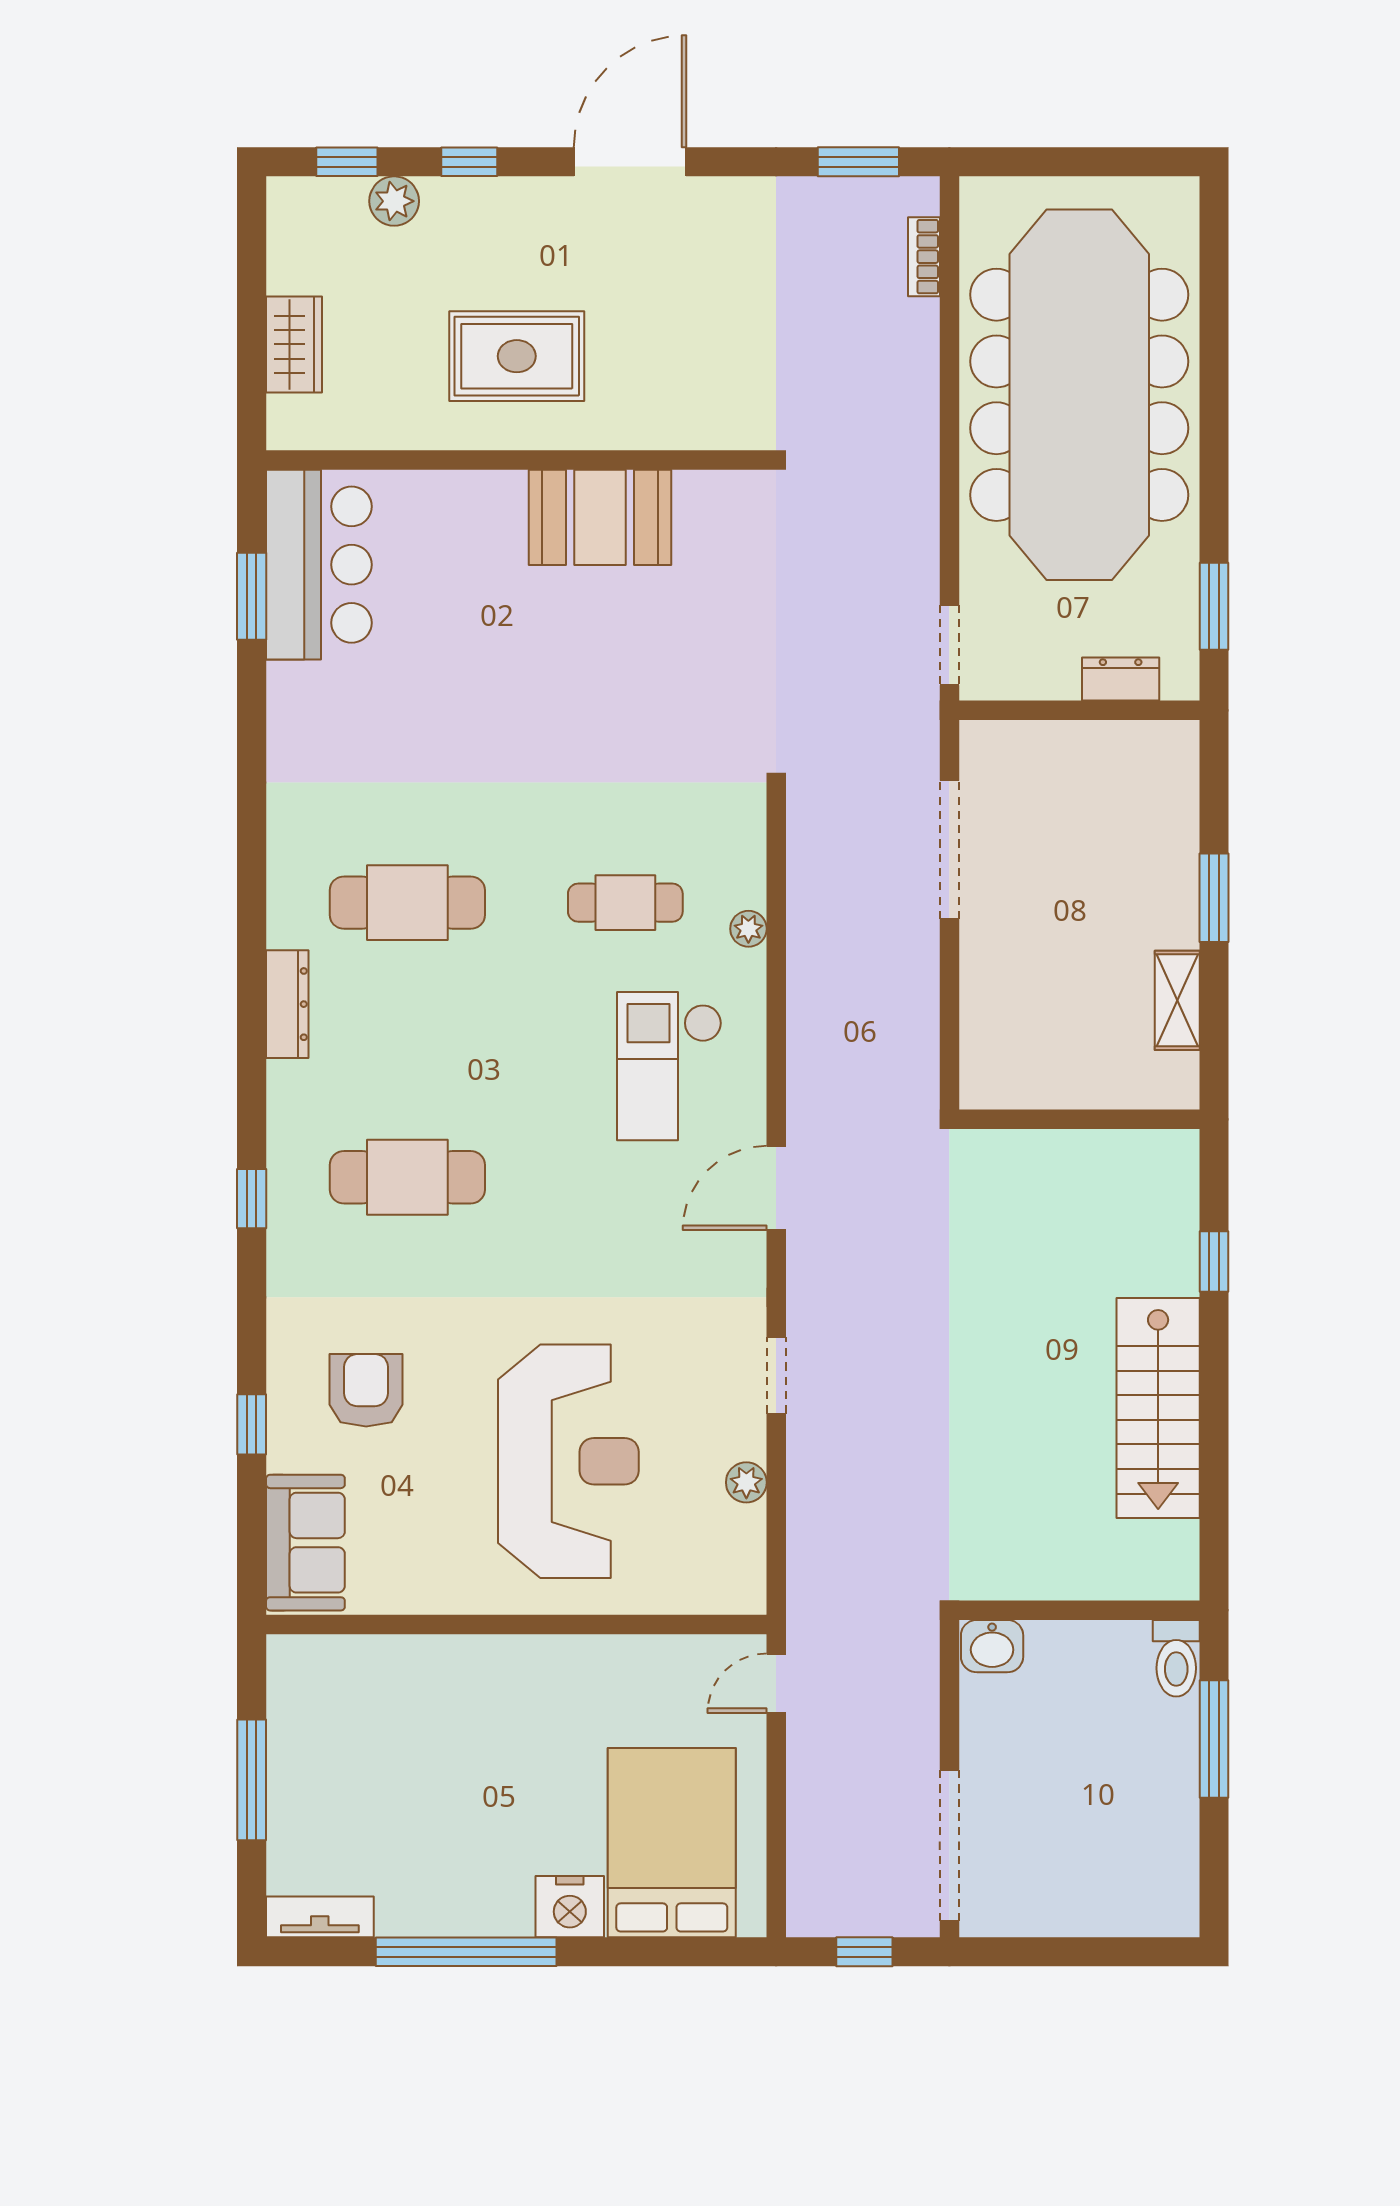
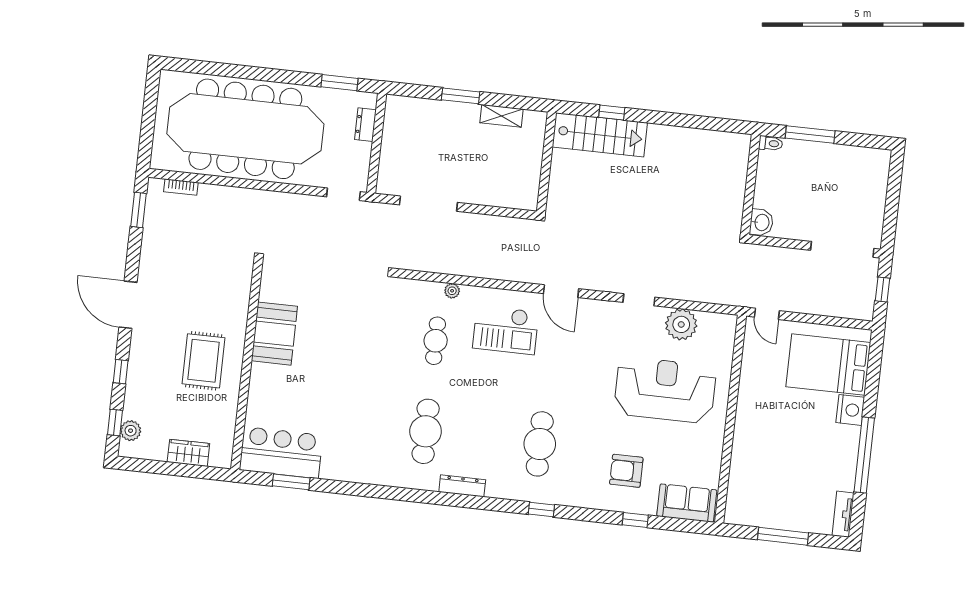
plant: (394, 201) -> (131, 431), moved
stairs: (1158, 1408) -> (600, 135), moved
plant: (746, 1482) -> (681, 324), width x1.88, depth x1.88
toilet: (1176, 1658) -> (771, 143), width x0.73, depth x0.72

